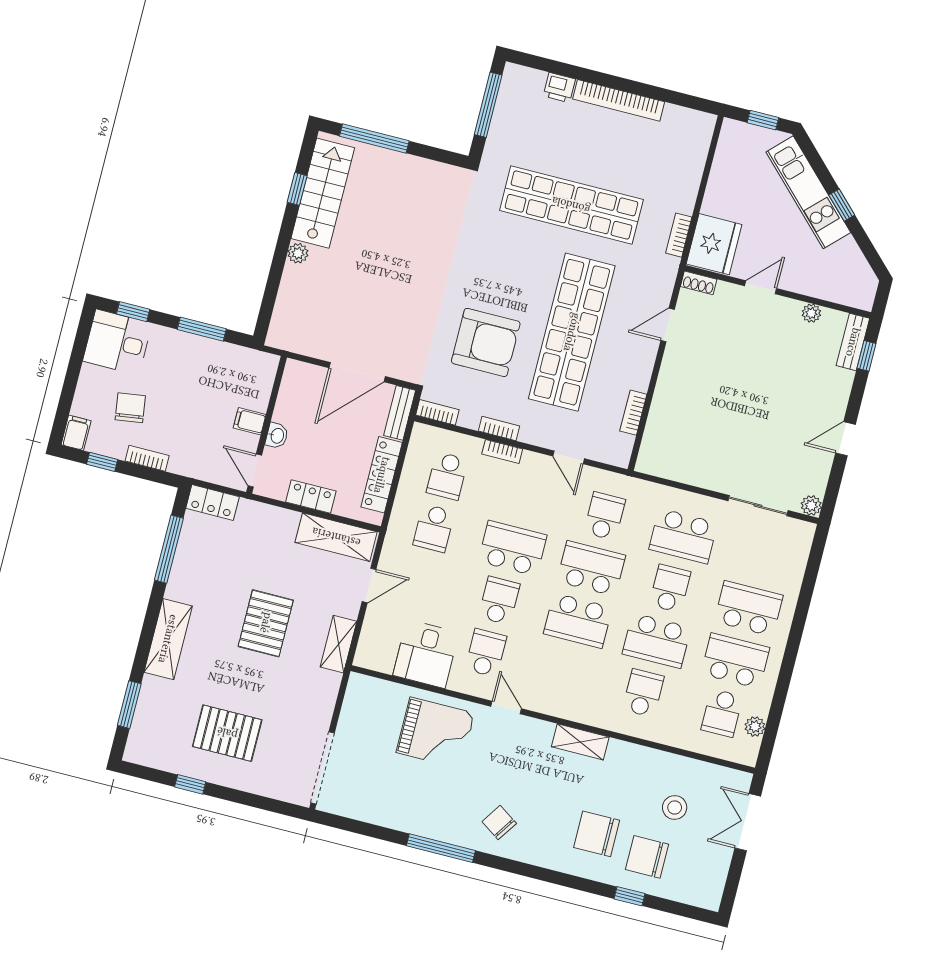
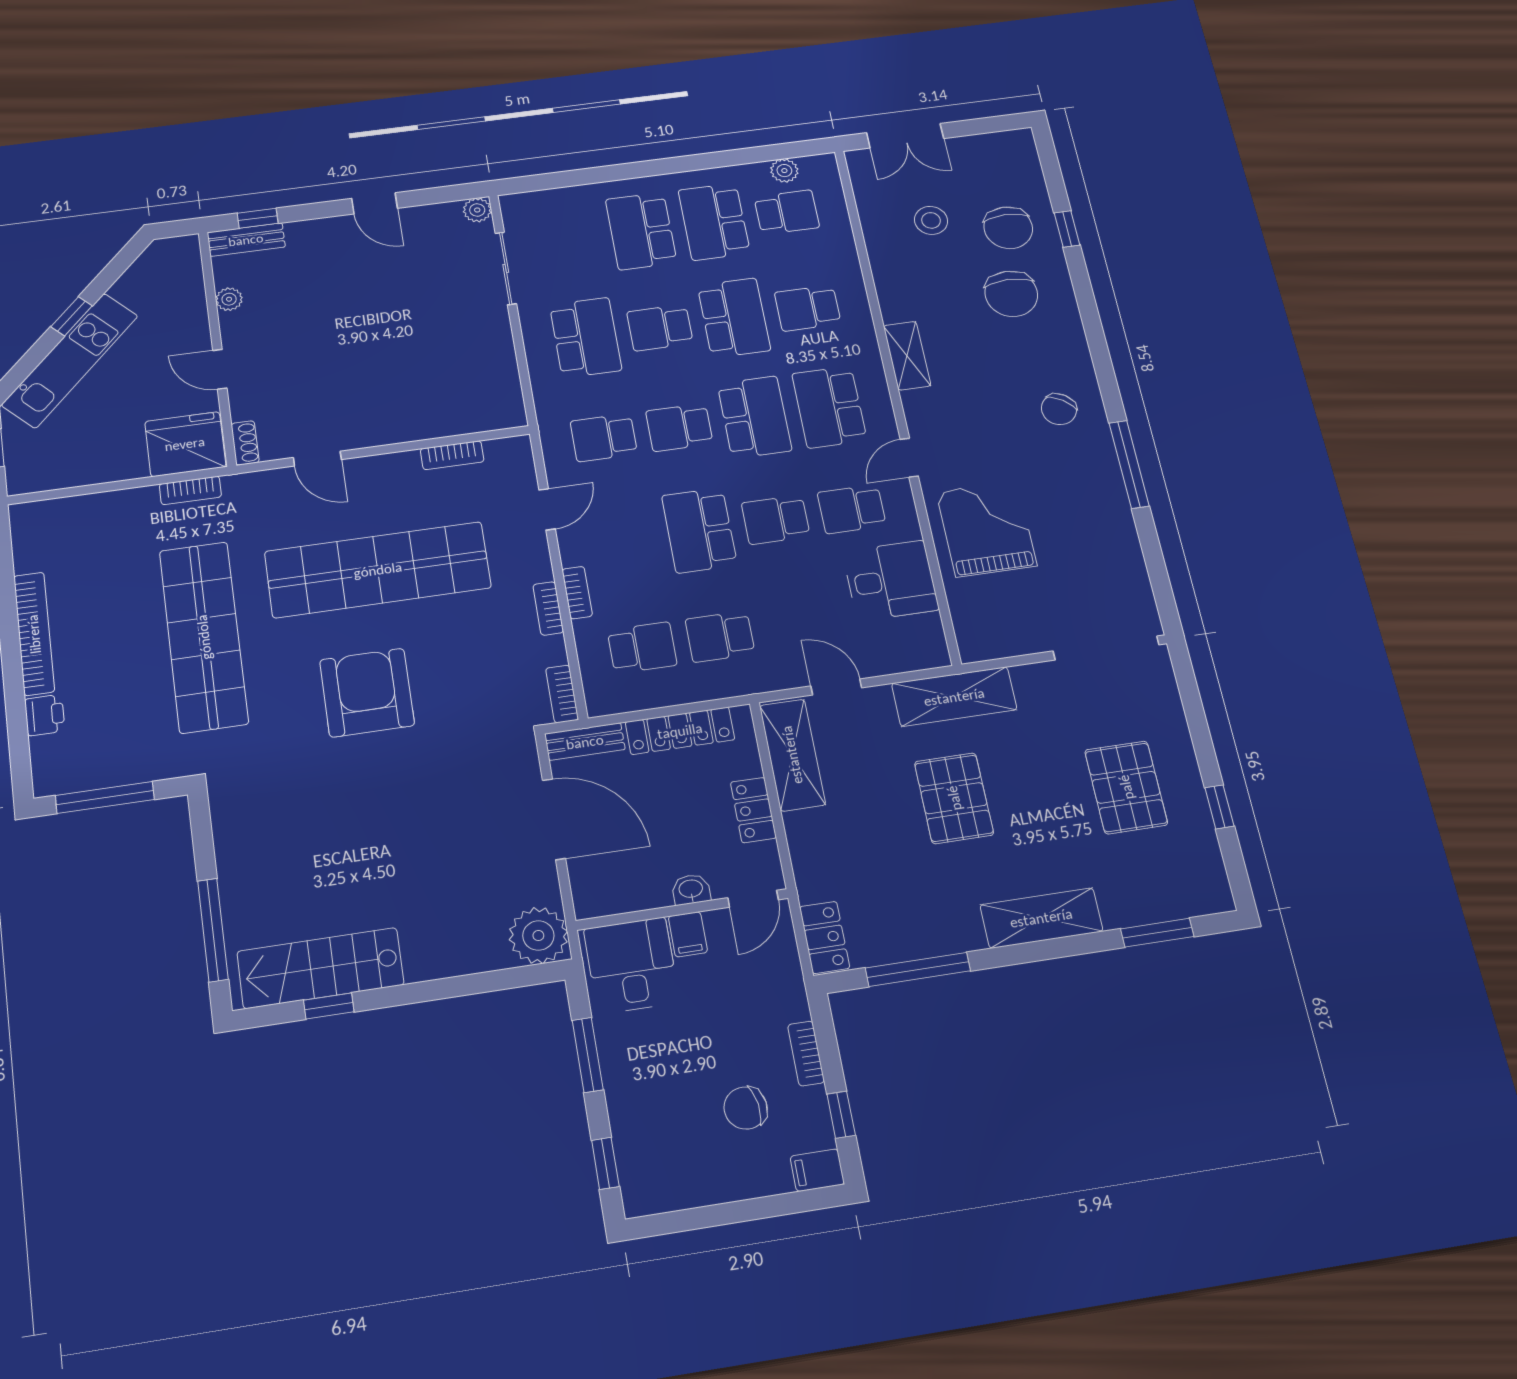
plant: (298, 253) -> (538, 936), moved, width x1.87, depth x1.87
desk: (117, 342) -> (632, 965), moved, turned 180
armchair: (486, 342) -> (367, 693), moved
school desk: (434, 528) -> (720, 637), turned 180
school desk: (591, 568) -> (679, 427), width x0.54
pallet: (266, 623) -> (954, 798), turned 90
shelving: (338, 644) -> (954, 697), width x1.50, depth x1.33
school desk: (565, 673) -> (829, 407), added

